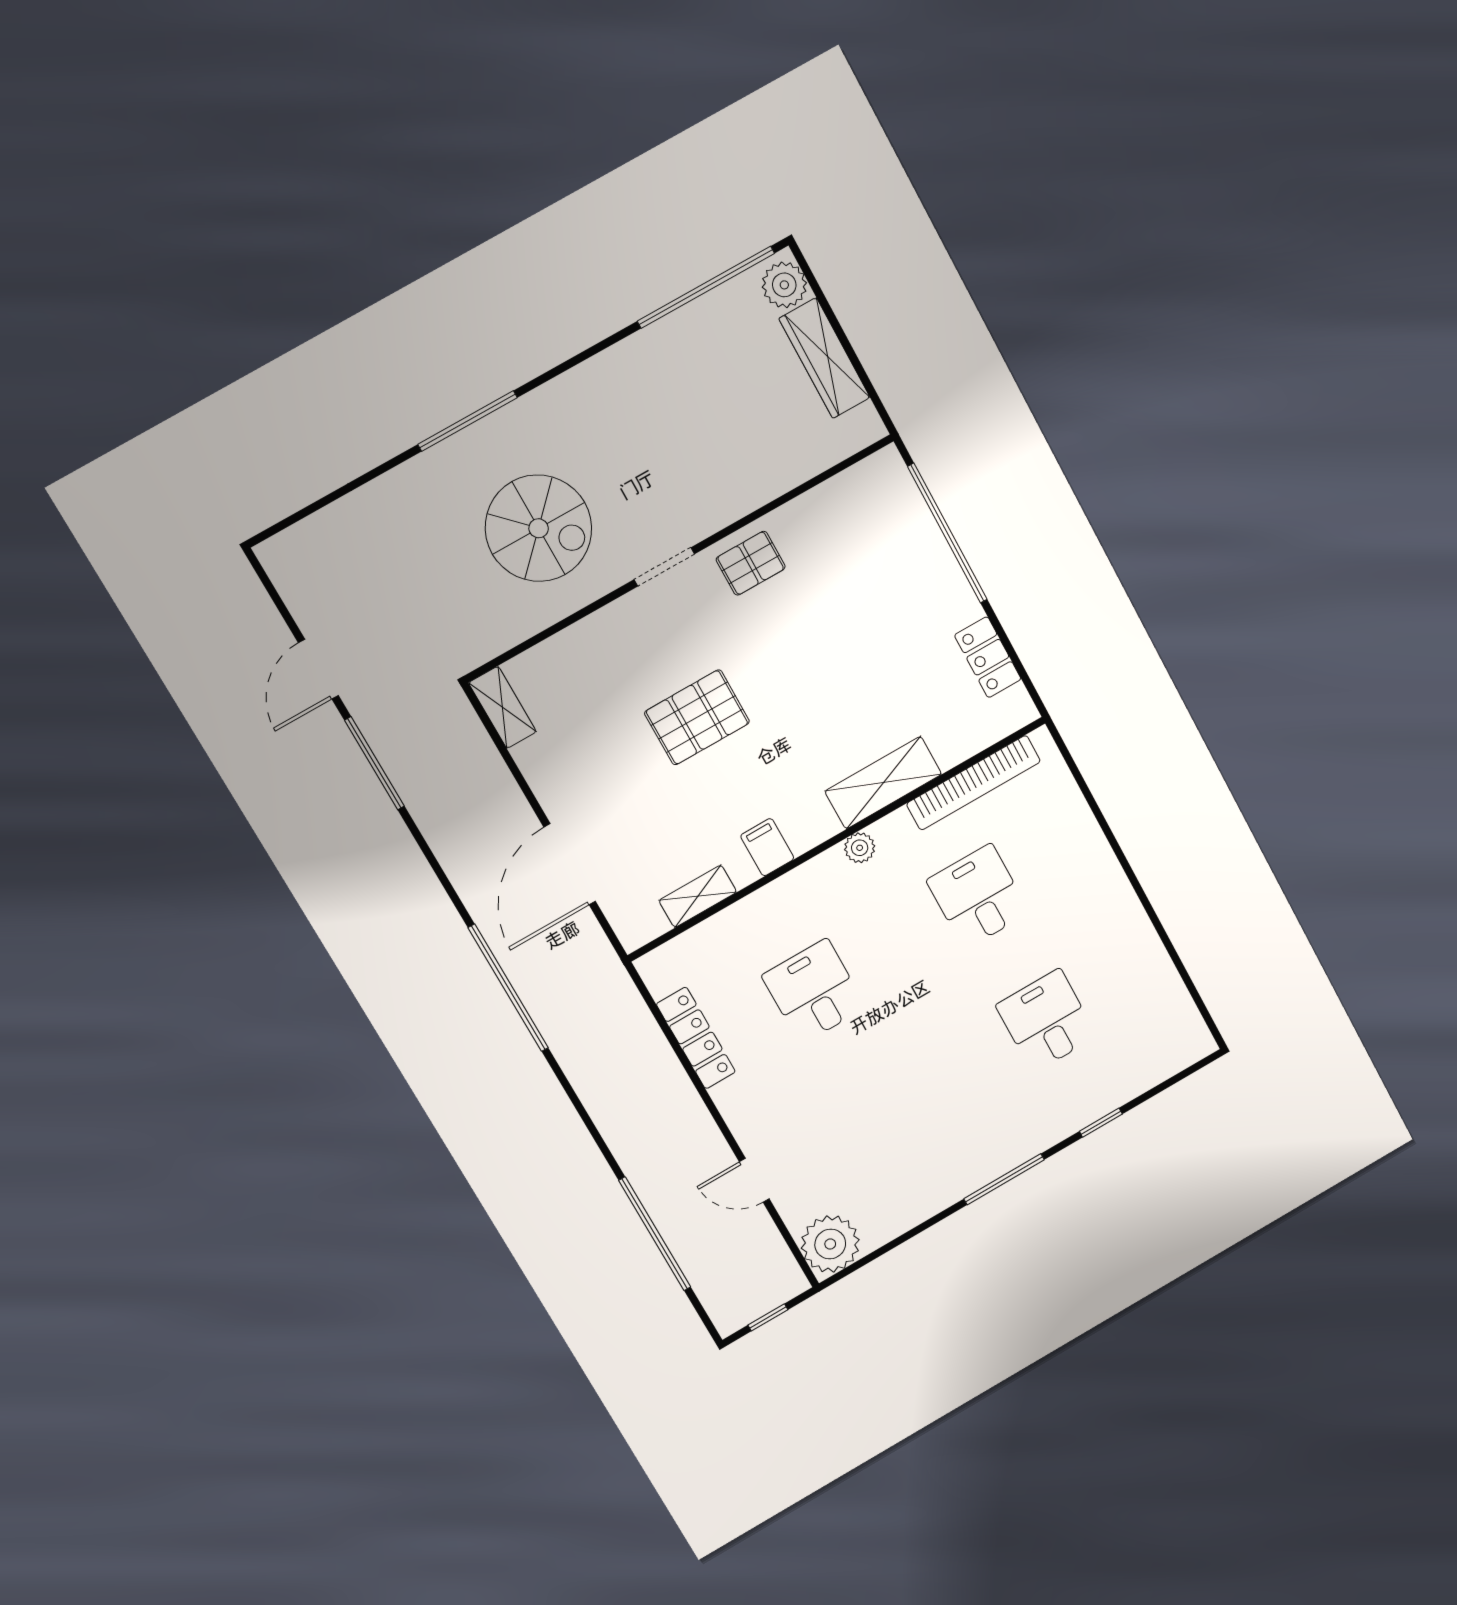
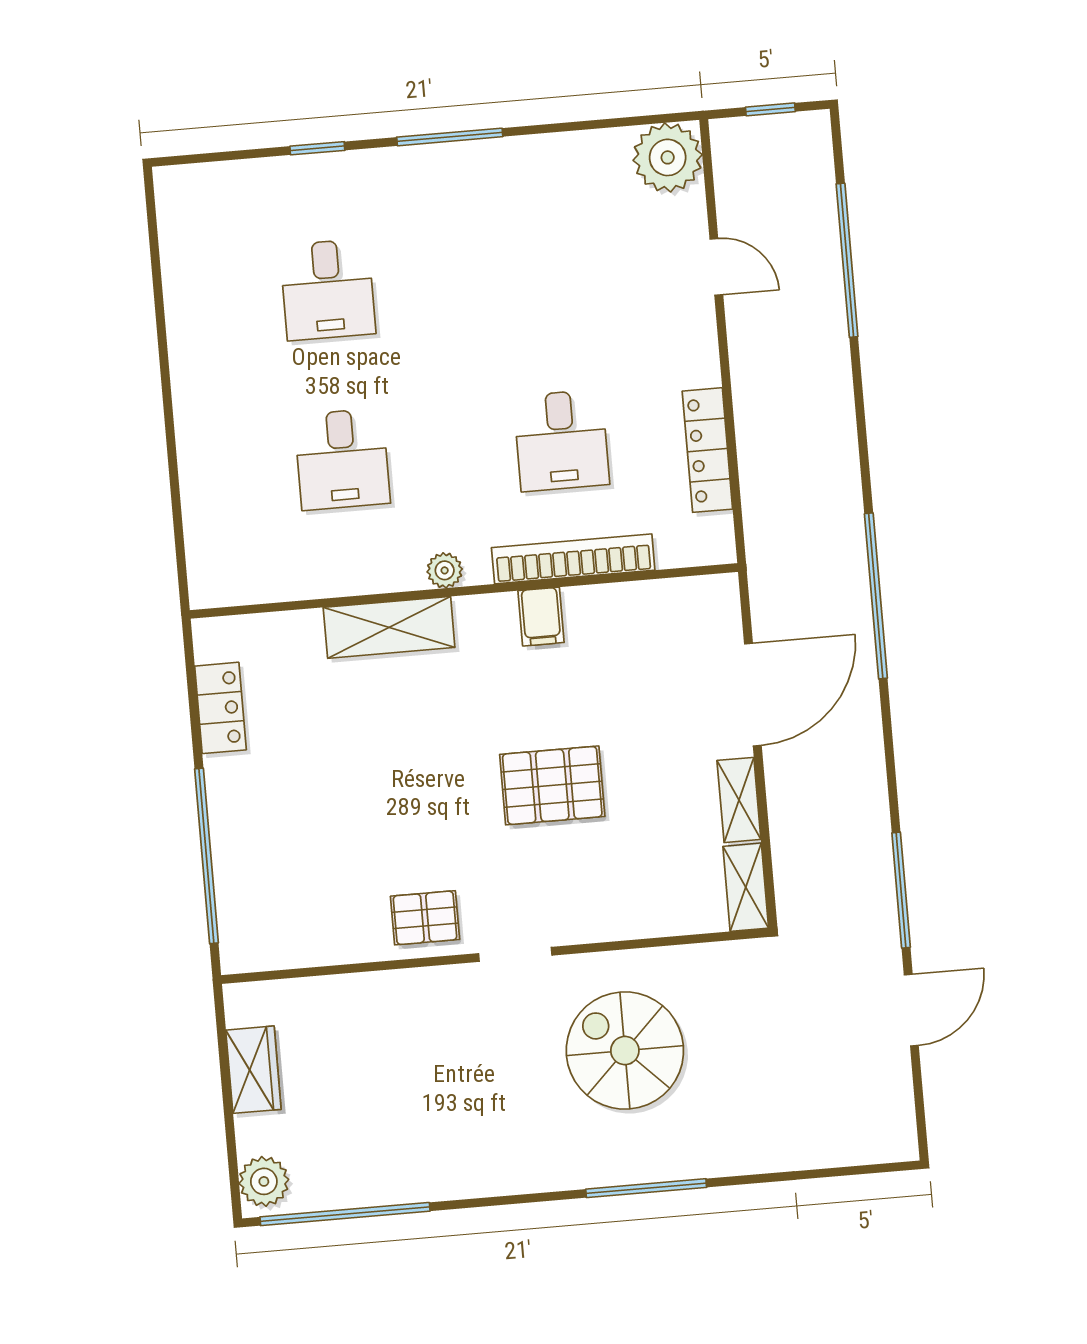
wardrobe: (825, 358) -> (253, 1070), width x0.67
bookcase: (974, 783) -> (573, 559), moved
shelving: (698, 896) -> (739, 800), moved, turned 90

